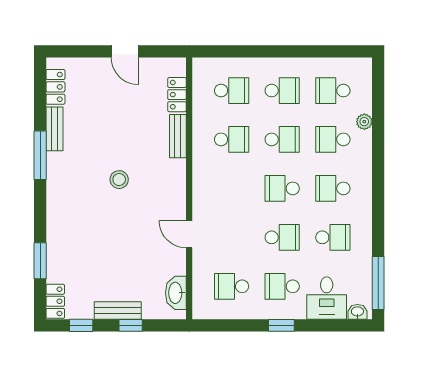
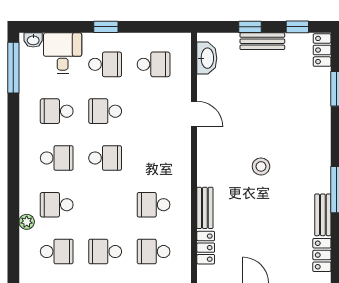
school desk: (282, 139) -> (105, 205), removed
school desk: (333, 139) -> (57, 205), turned 180

